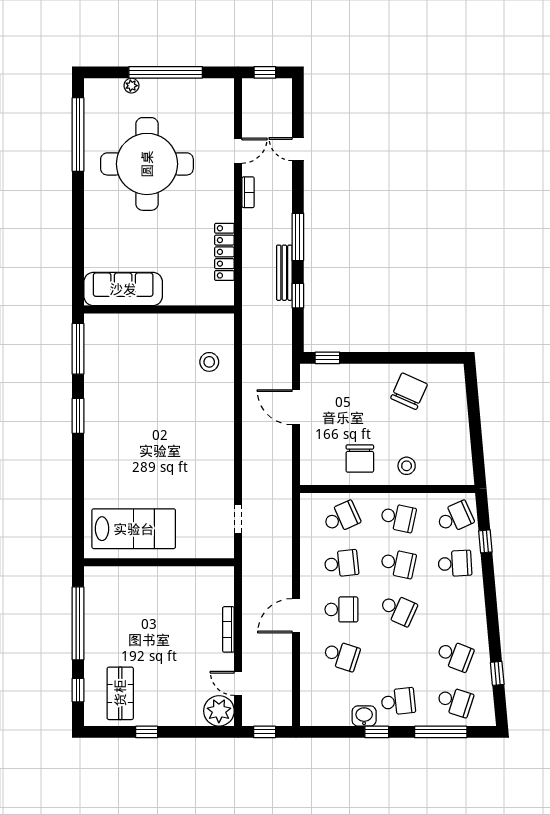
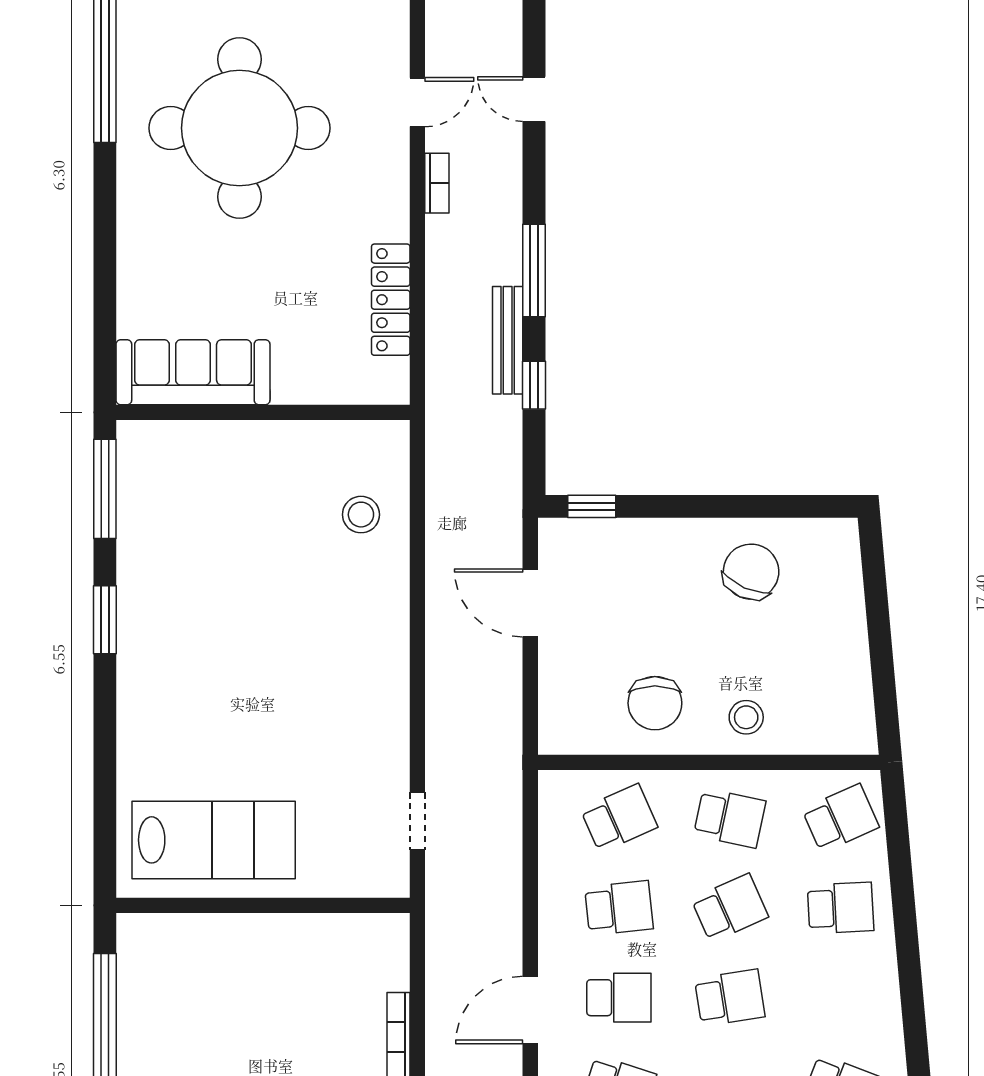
window: (485, 541) -> (900, 865), removed
school desk: (398, 563) -> (730, 908), turned -36
school desk: (398, 609) -> (730, 998), turned -33

